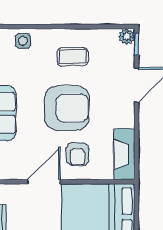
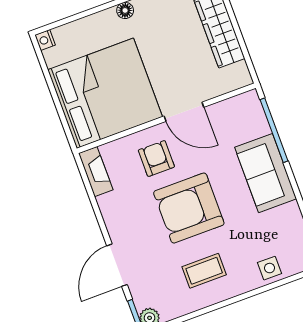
fireplace: (124, 154) -> (96, 172), width x0.73, depth x0.76
door: (44, 182) -> (184, 112), hinge flipped

